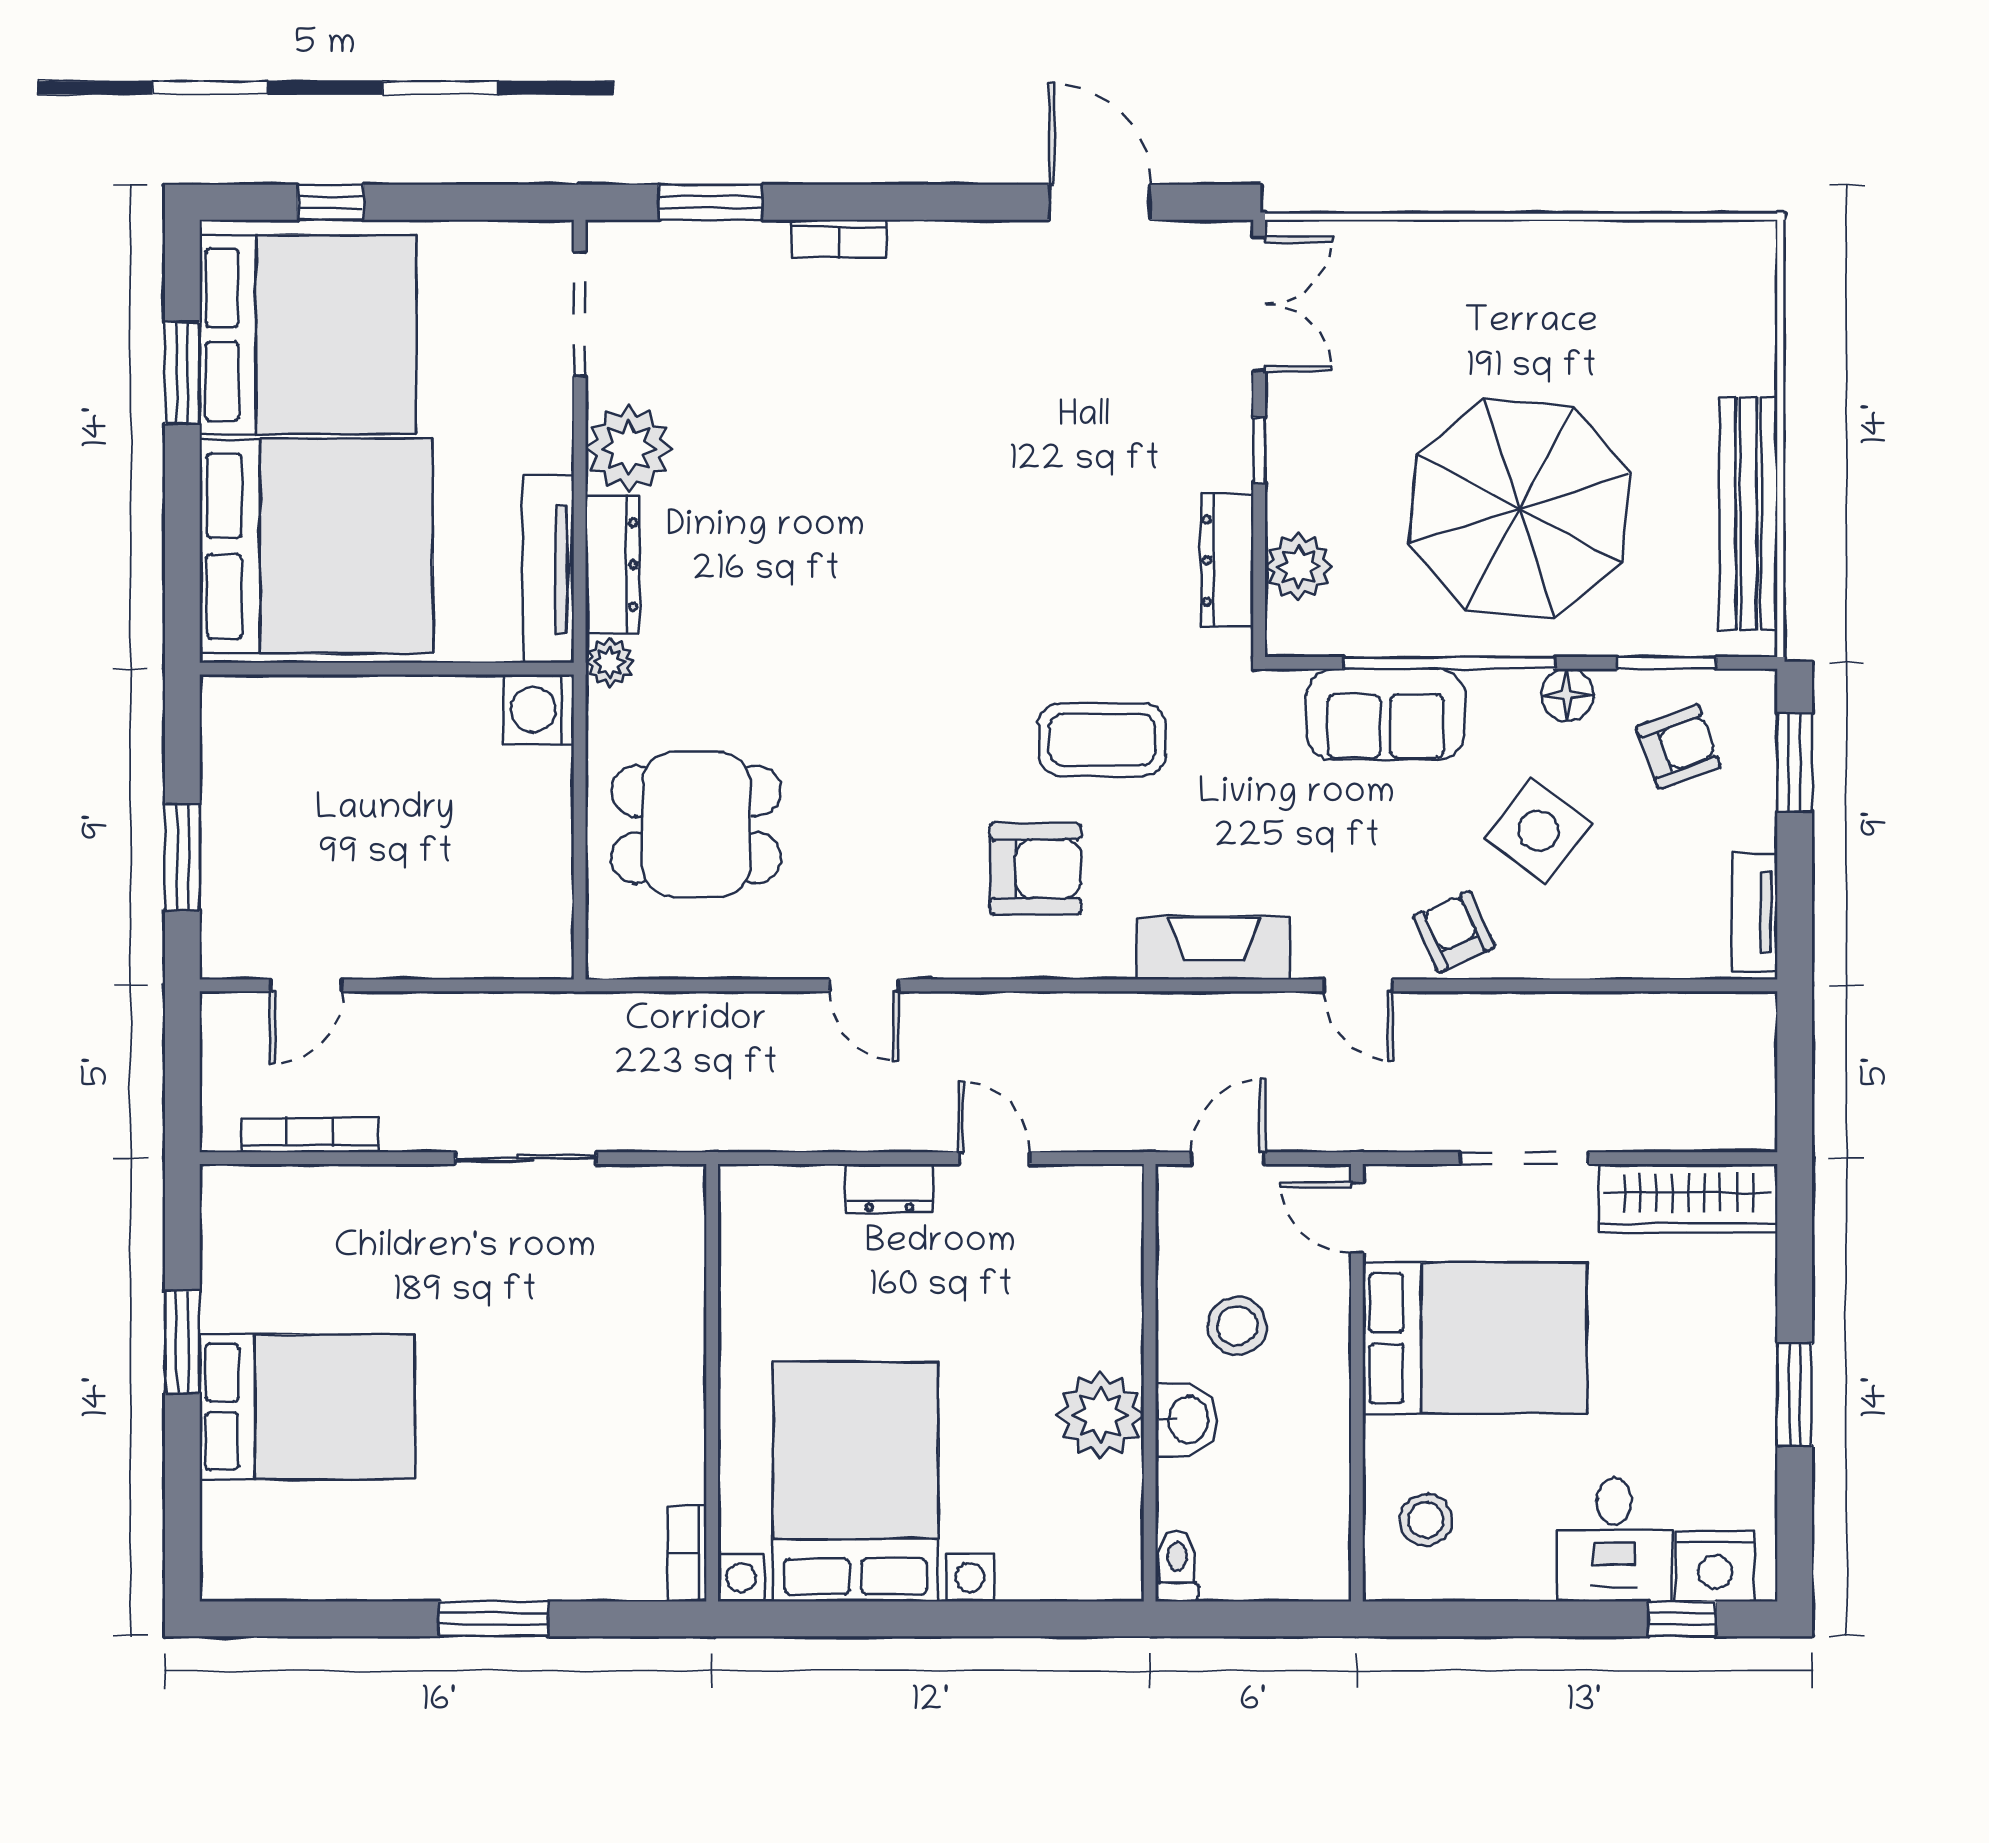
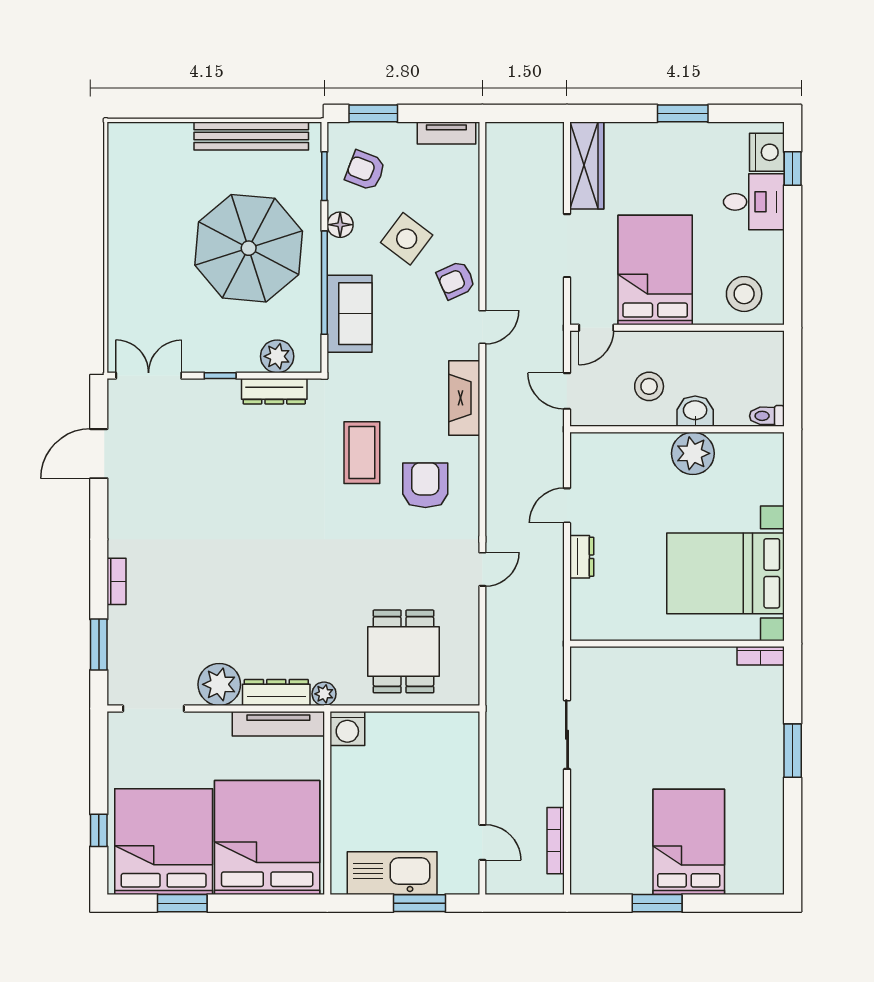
armchair: (1678, 747) -> (365, 170), turned -49
kitchen sink: (243, 801) -> (392, 873), added
stool: (1426, 1520) -> (744, 294), width x1.38, depth x1.38

